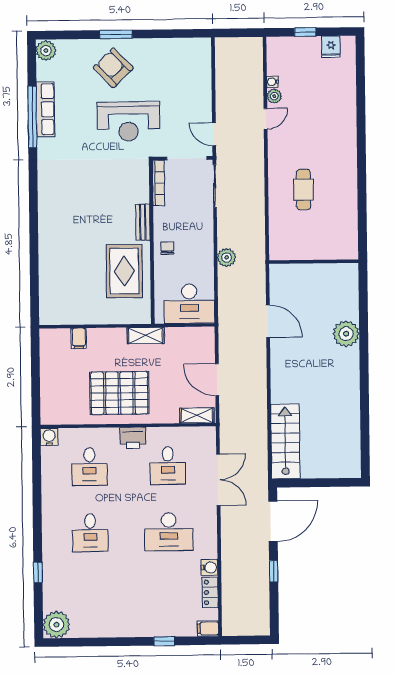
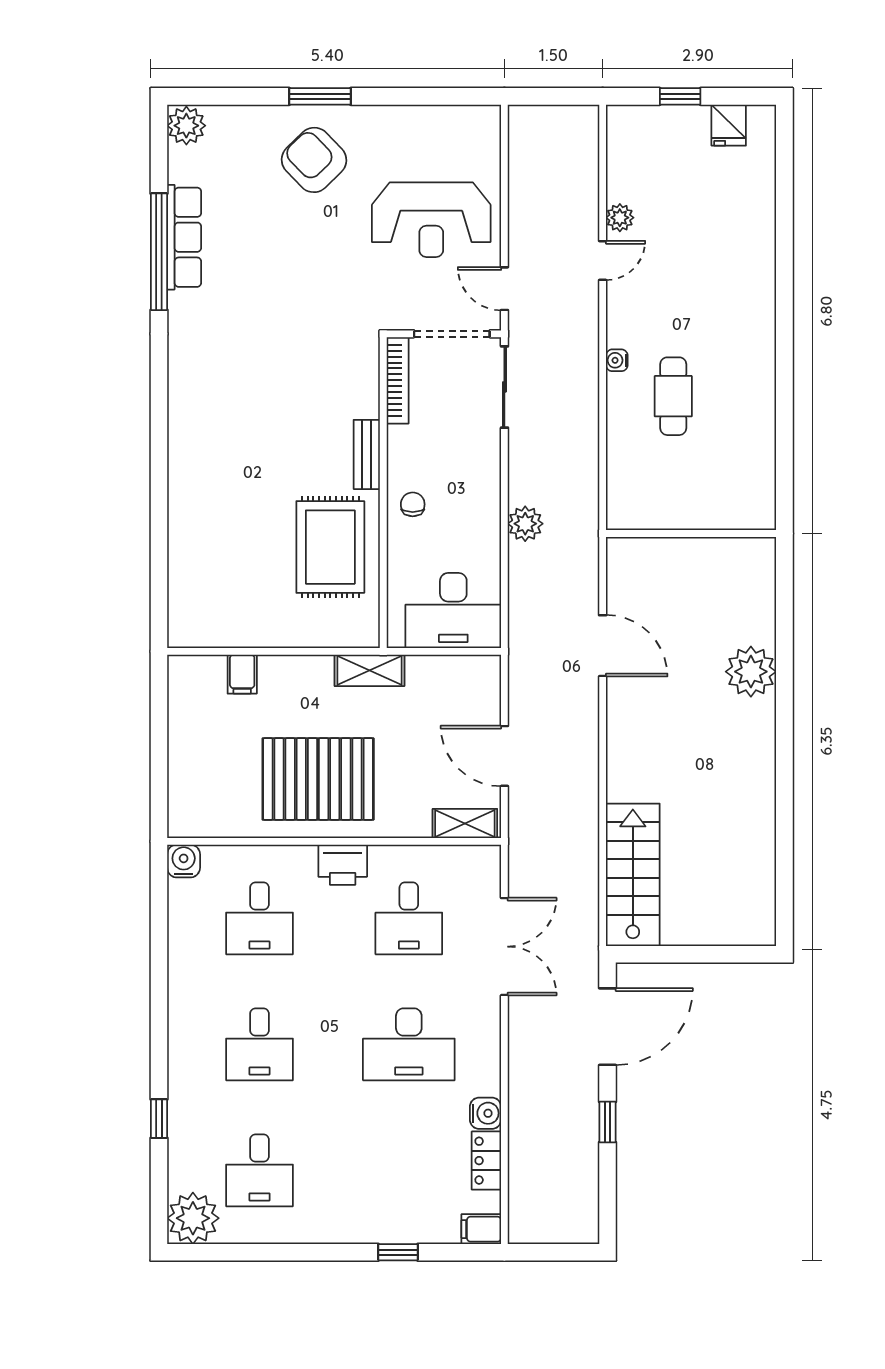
water cooler: (273, 82) -> (617, 360), moved
reception desk: (128, 121) -> (431, 220), moved
desk: (91, 599) -> (259, 1170), added

